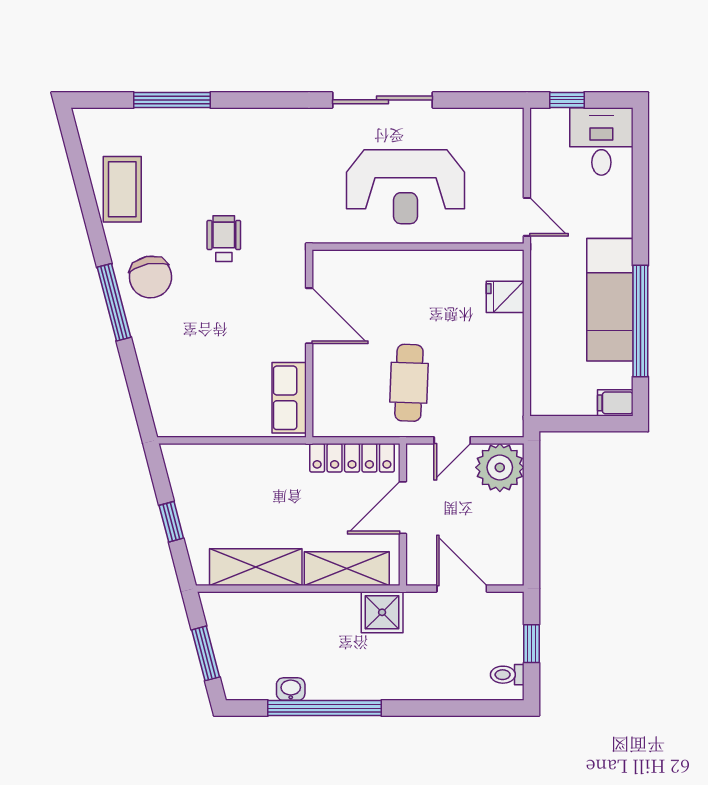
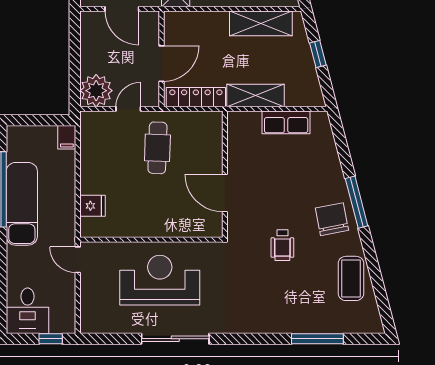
row of seats: (289, 398) -> (286, 122), moved, turned 90
filing cabinet: (615, 403) -> (67, 137), moved, turned 90
shelving: (347, 569) -> (256, 95), moved

